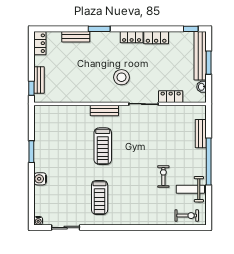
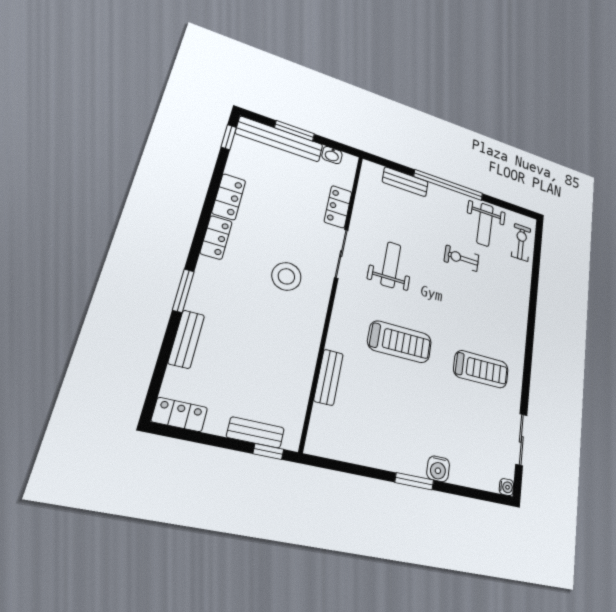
bench: (104, 110) -> (329, 377), moved
weight bench: (146, 133) -> (391, 265), added
window: (31, 152) -> (414, 481), moved

